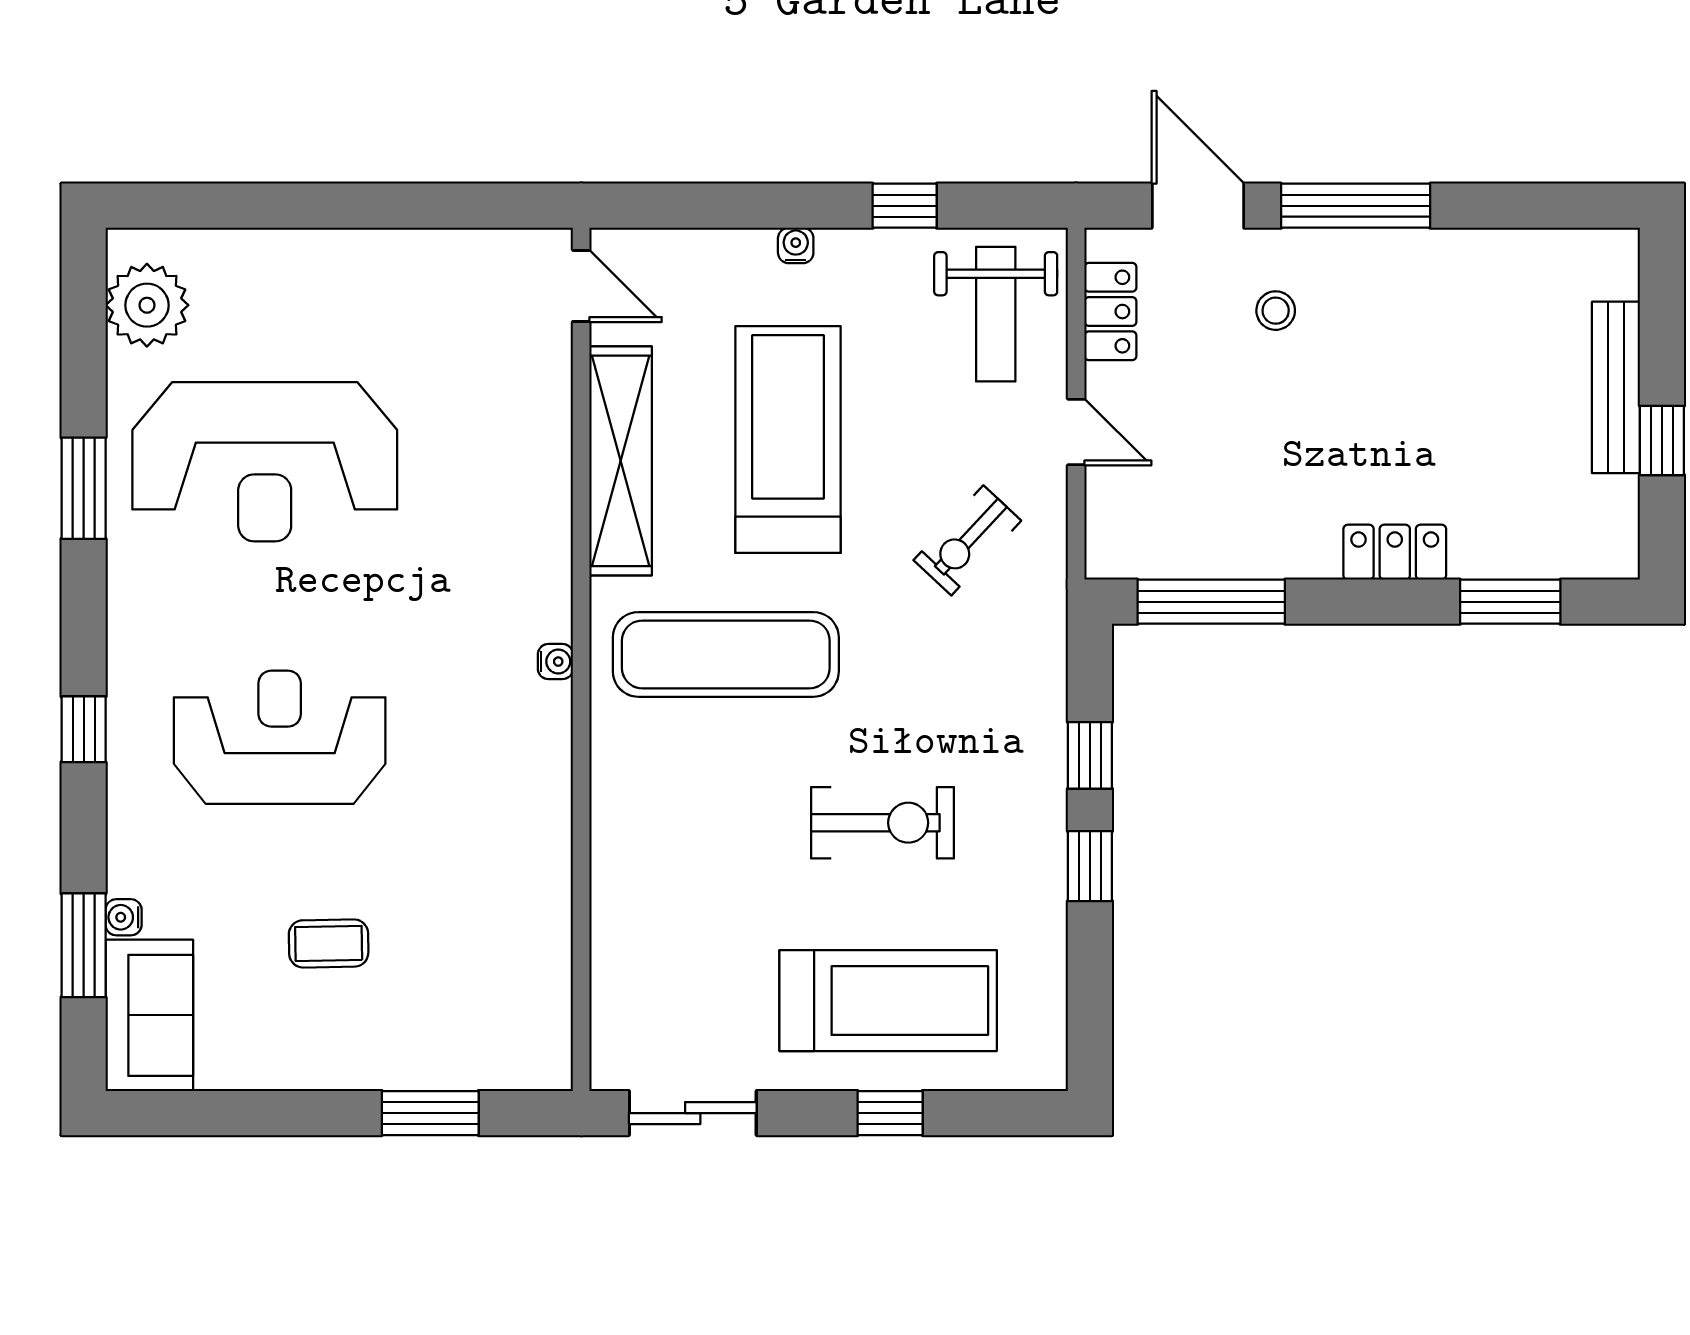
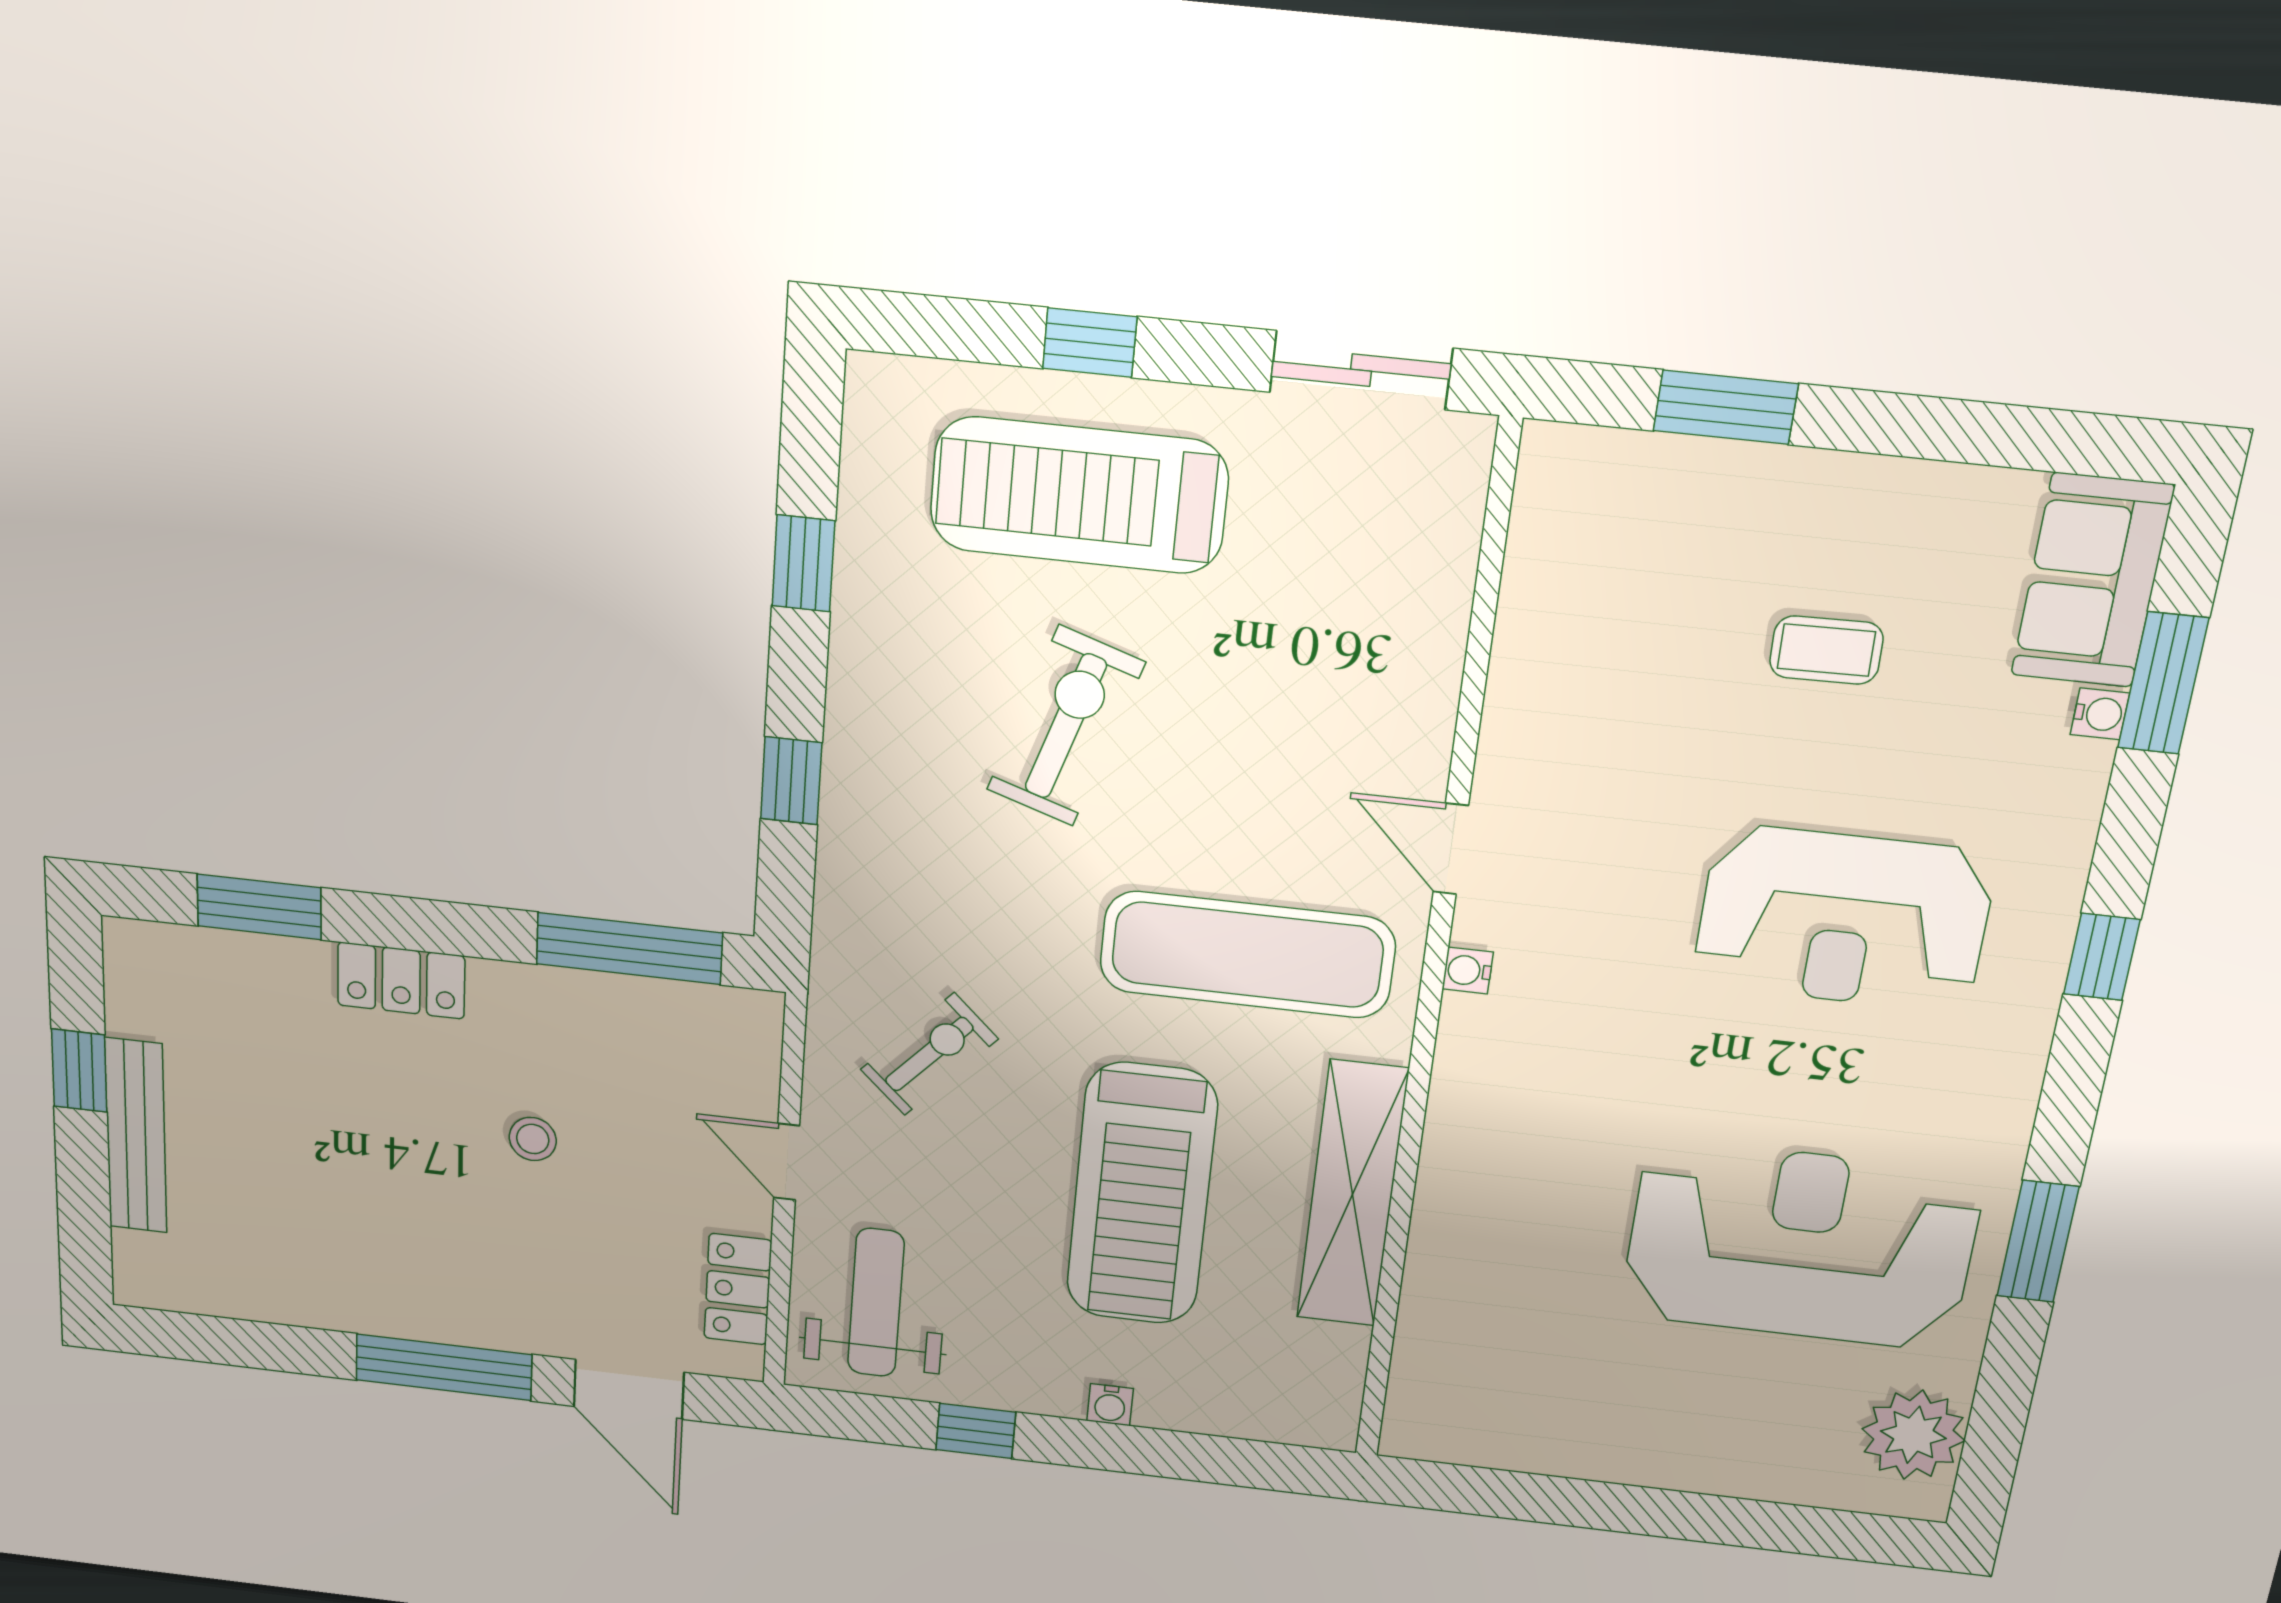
door: (581, 286) -> (1451, 849), moved
stool: (1276, 311) -> (533, 1139), moved
exercise bike: (883, 823) -> (1066, 726), turned 108
window: (1090, 866) -> (803, 563), moved

